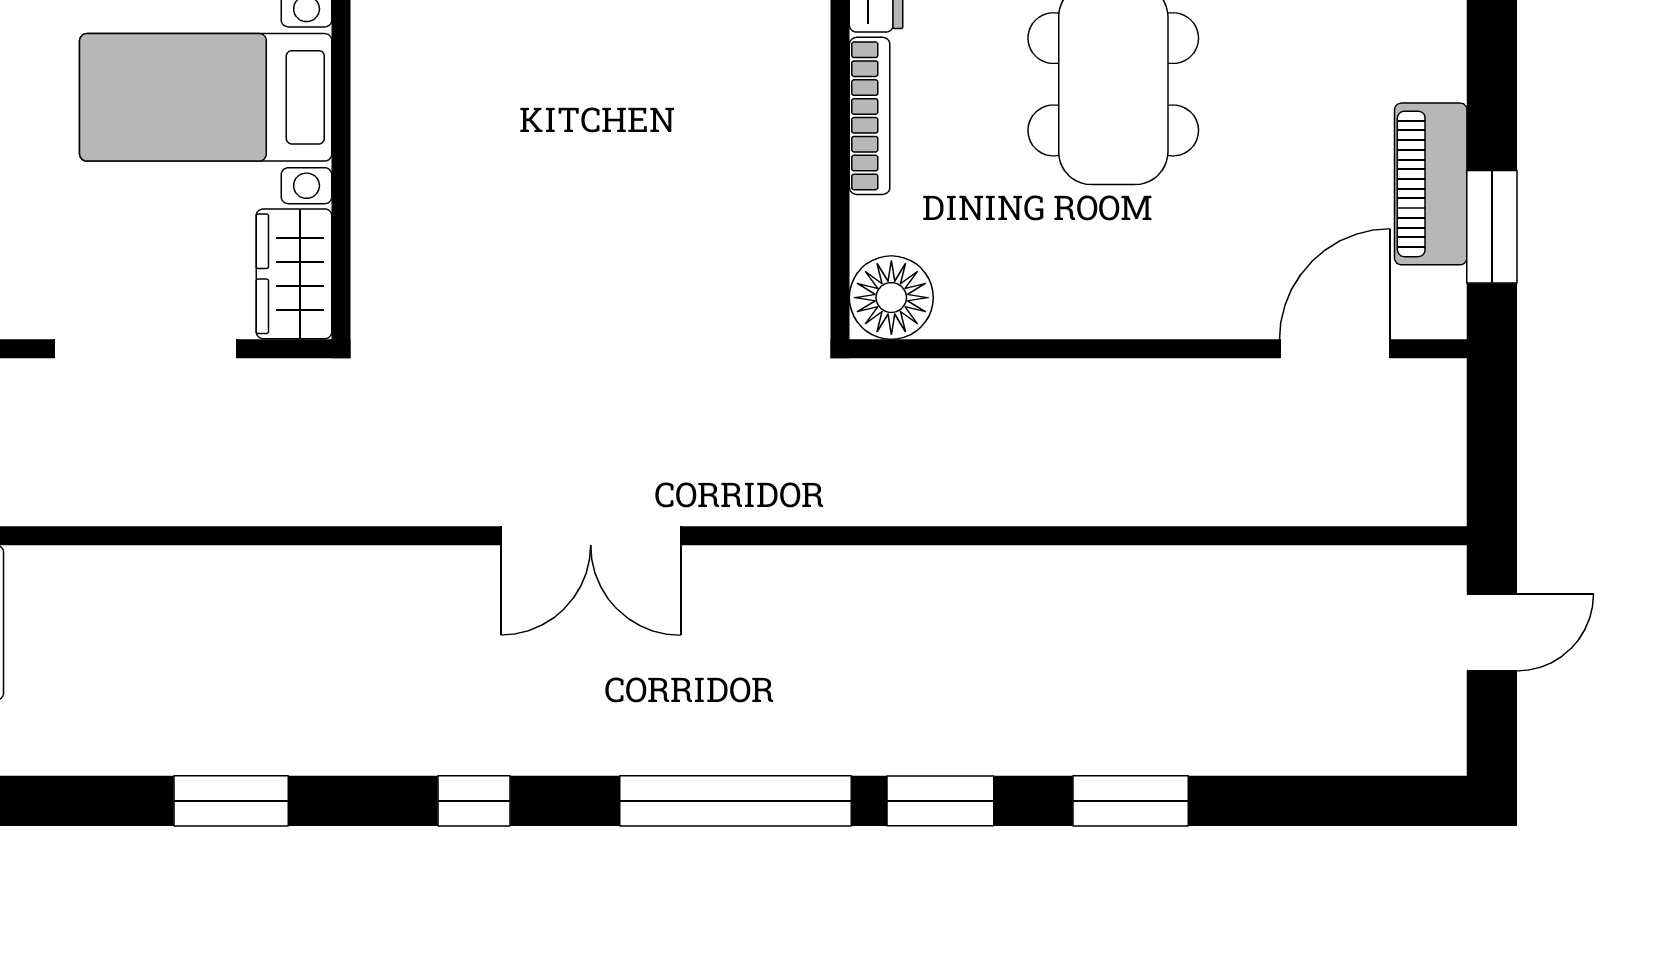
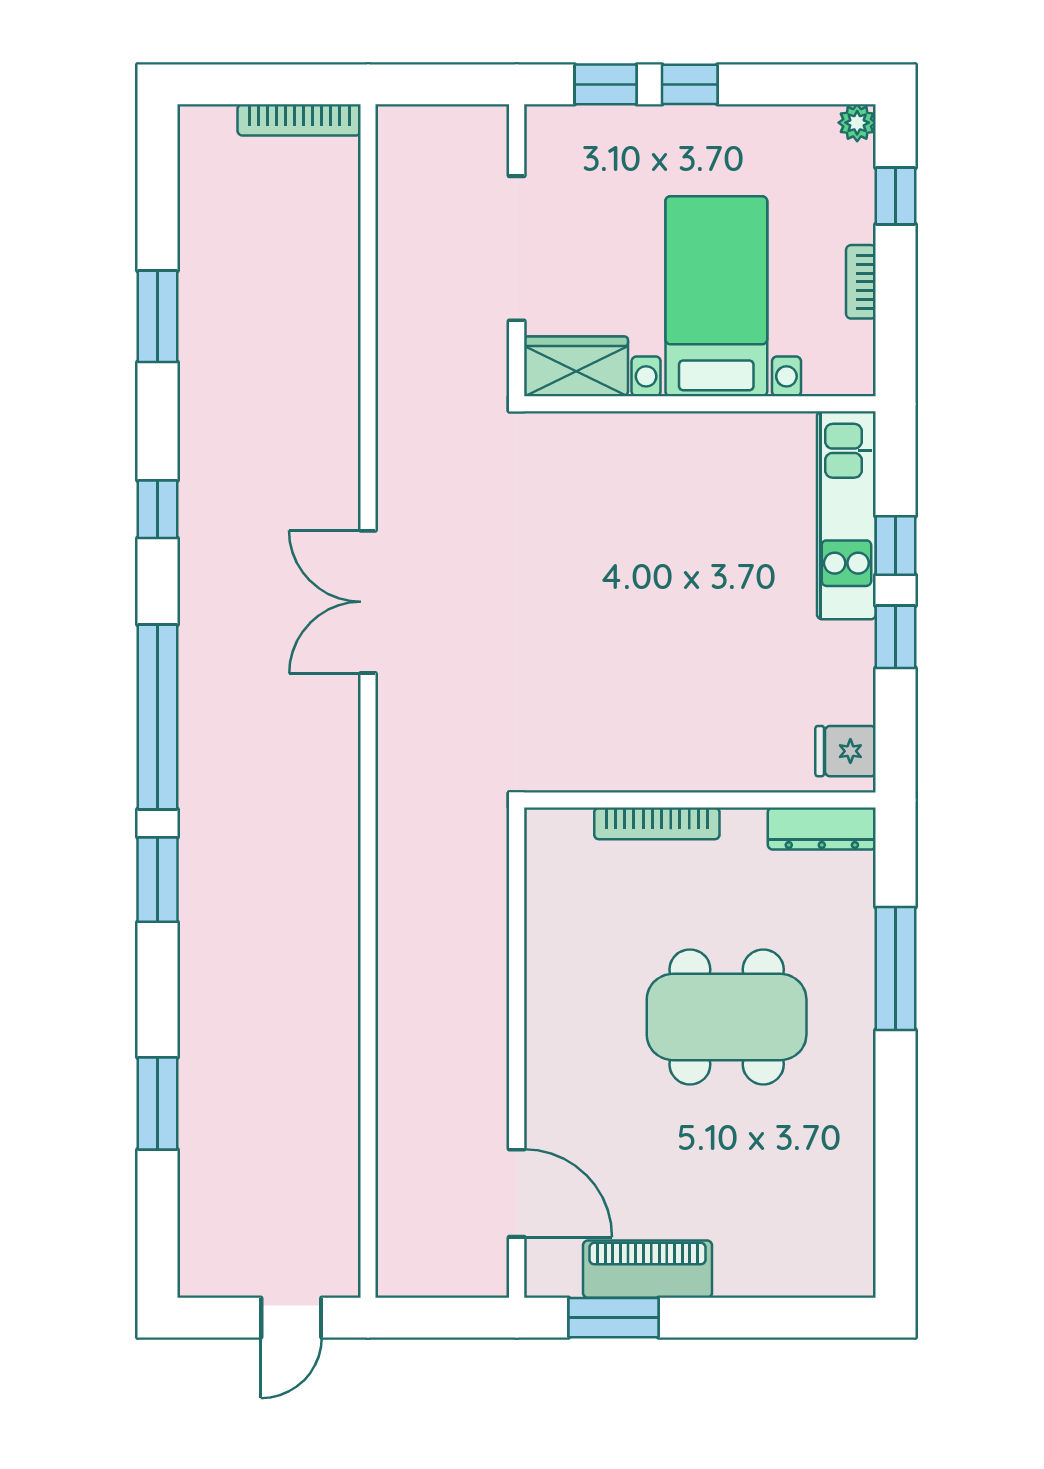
bookcase: (870, 116) -> (657, 823), moved
floor lamp: (891, 298) -> (557, 841), removed
door: (1492, 633) -> (291, 1318), hinge flipped
window: (1131, 801) -> (158, 1103), moved

